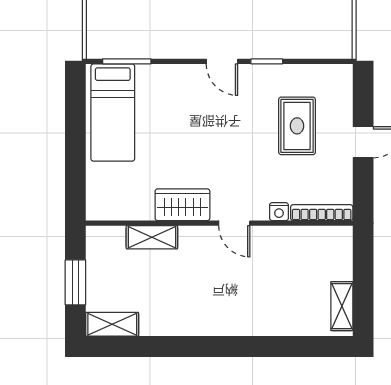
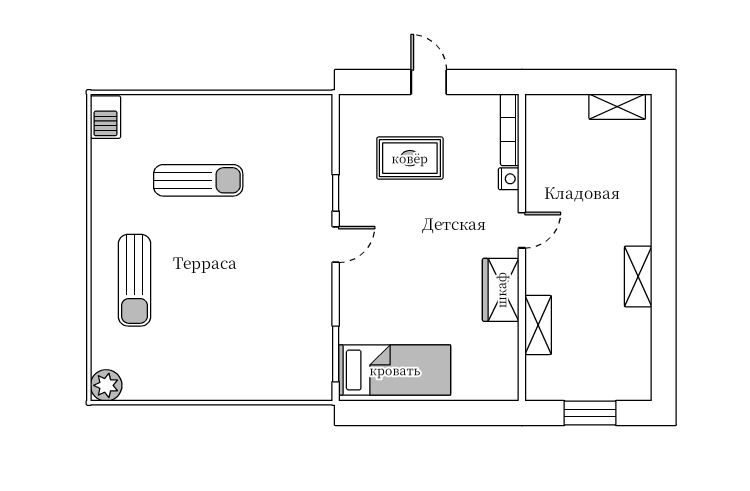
shelving: (112, 324) -> (638, 276), moved

